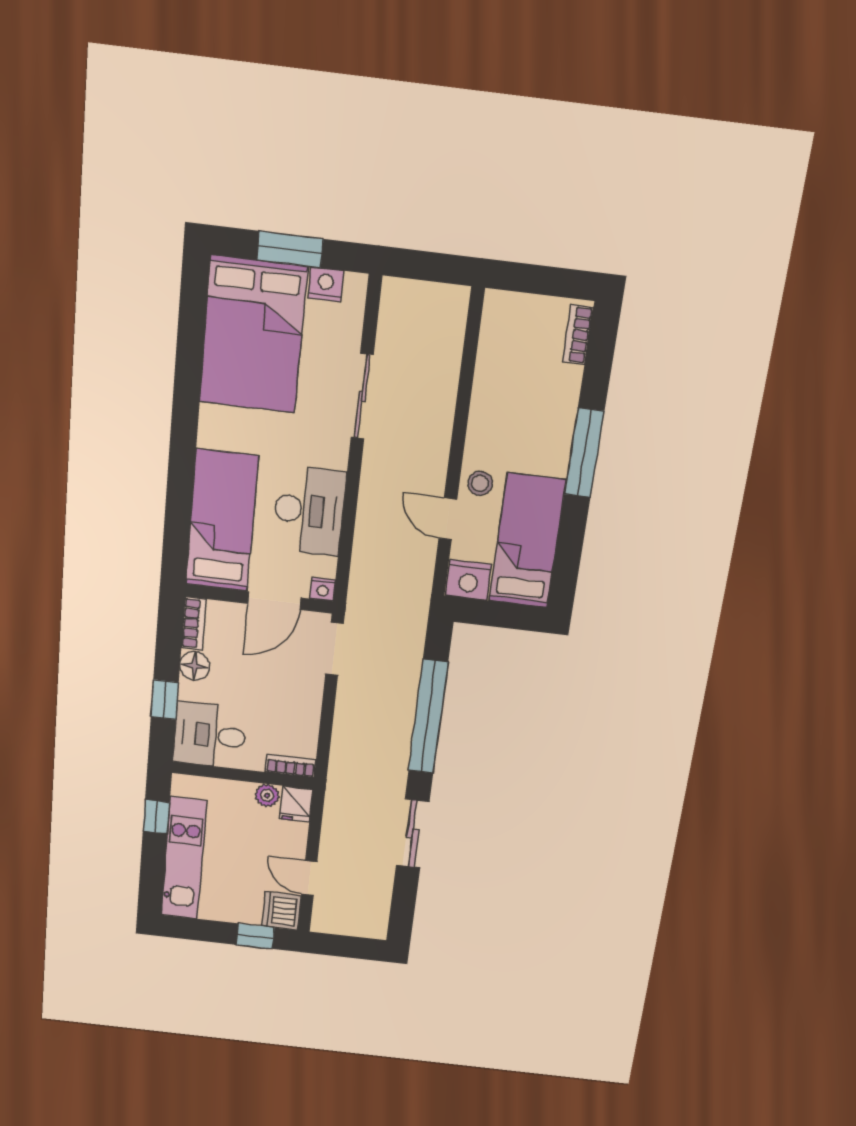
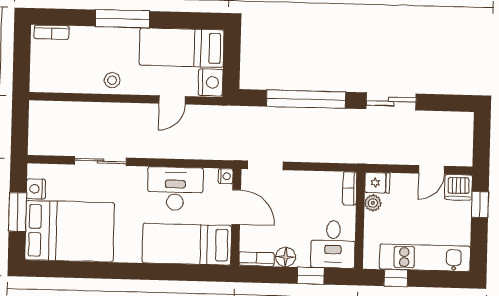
stool: (480, 483) -> (112, 80), moved

